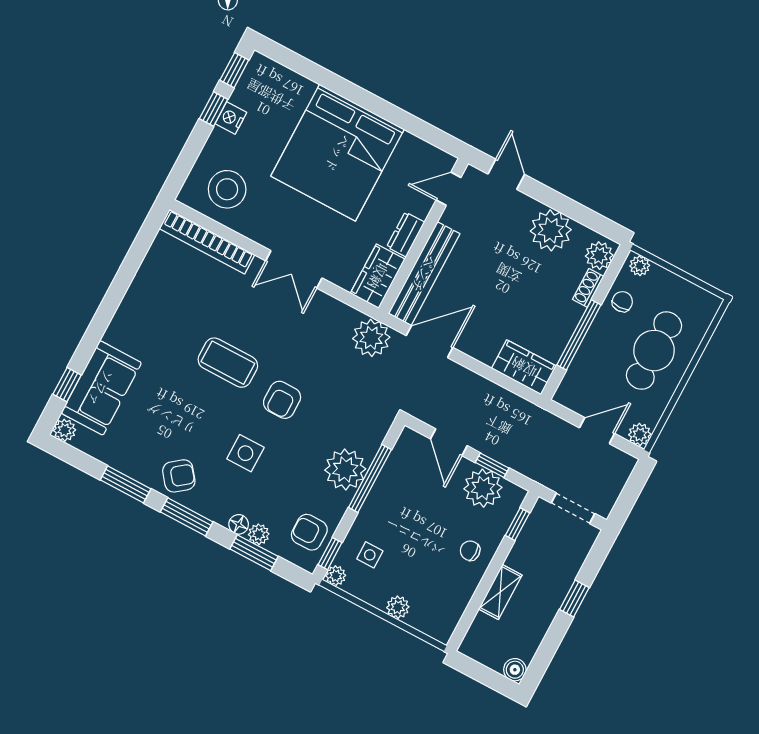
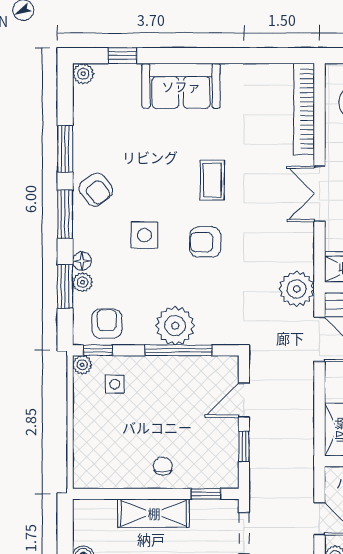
coffee table: (228, 363) -> (212, 180), width x0.73, depth x0.77
sofa: (101, 388) -> (181, 86), moved
plant: (483, 488) -> (221, 449), removed
shelving: (500, 592) -> (154, 513), width x1.50, depth x1.33
plant: (398, 607) -> (83, 431), removed

